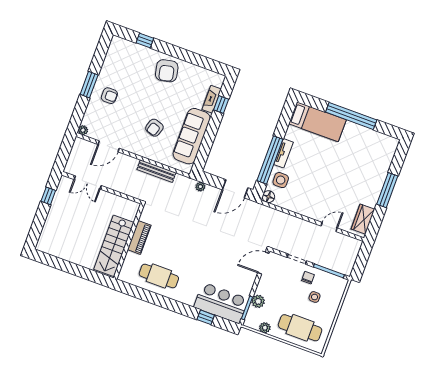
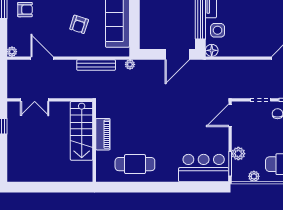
door: (109, 146) -> (42, 58), swing flipped
plant: (200, 187) -> (130, 64), moved
stairs: (114, 246) -> (82, 131), moved
window: (206, 317) -> (194, 187), removed

